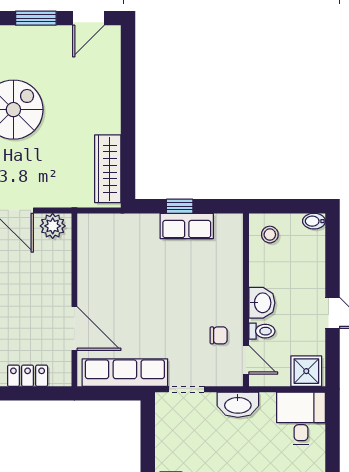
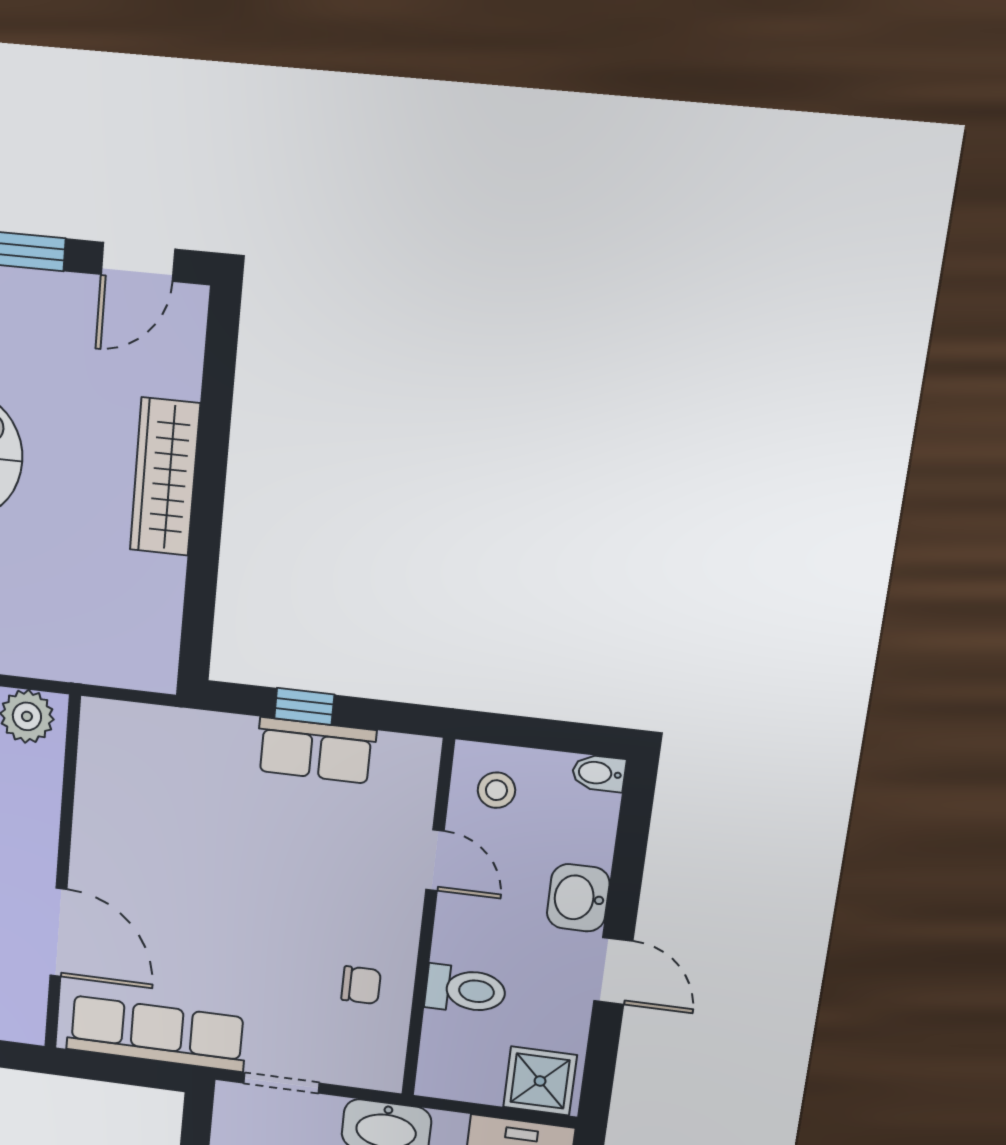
wardrobe: (108, 169) -> (165, 477), moved
washbasin: (262, 303) -> (578, 898), moved, turned 180
toilet: (262, 331) -> (466, 990), width x1.37, depth x1.39
door: (246, 360) -> (435, 860), moved

